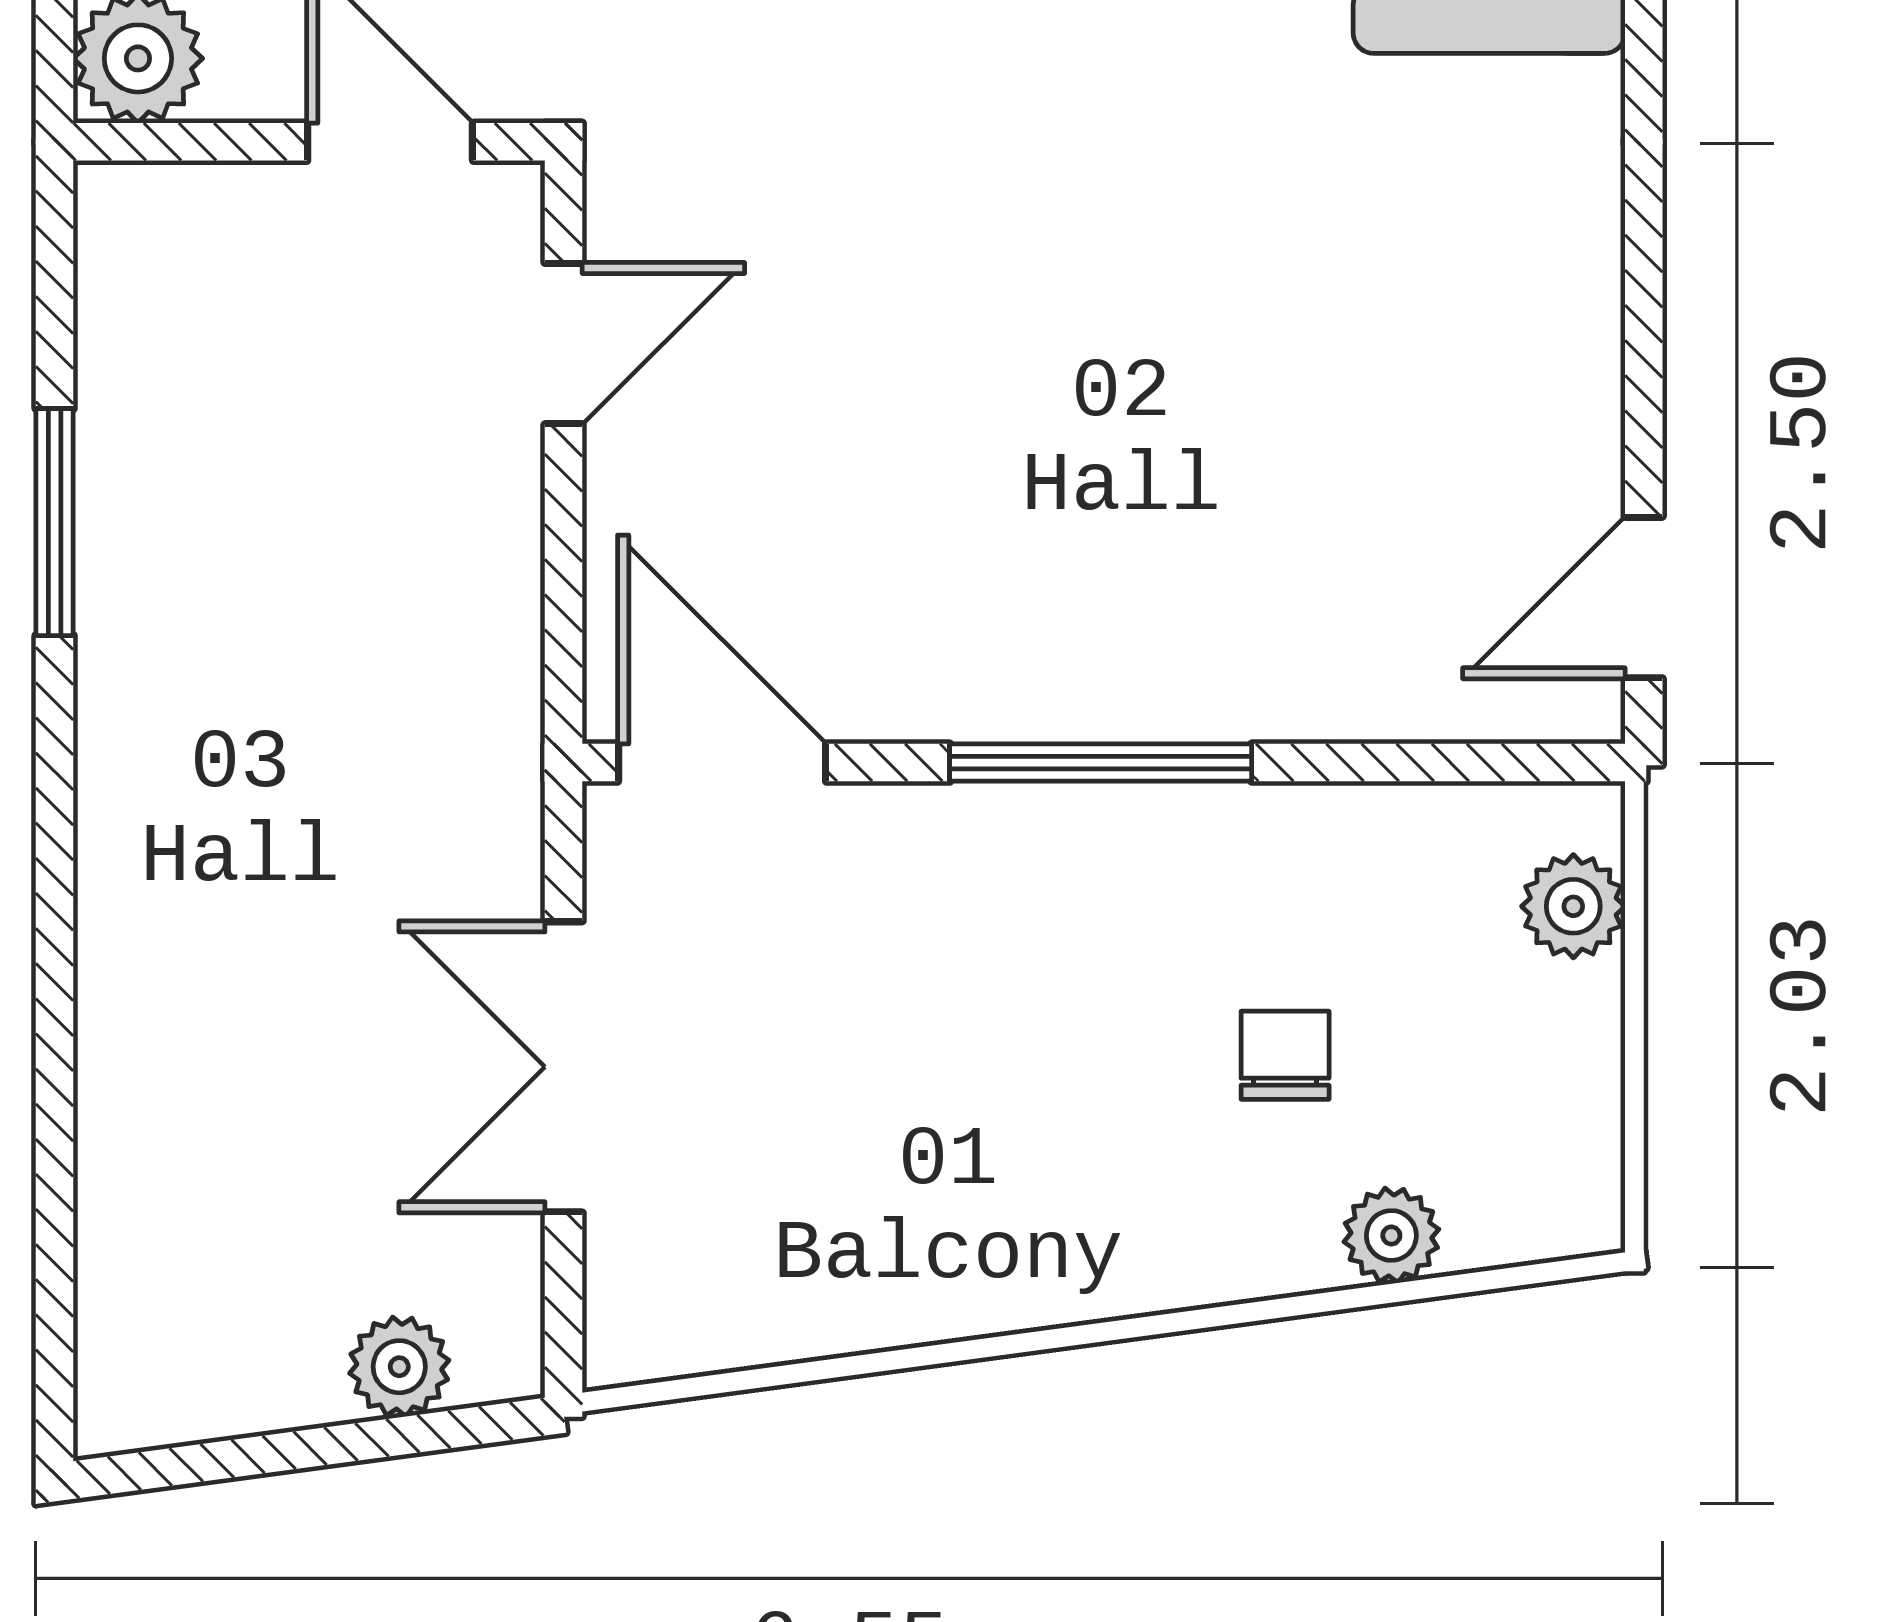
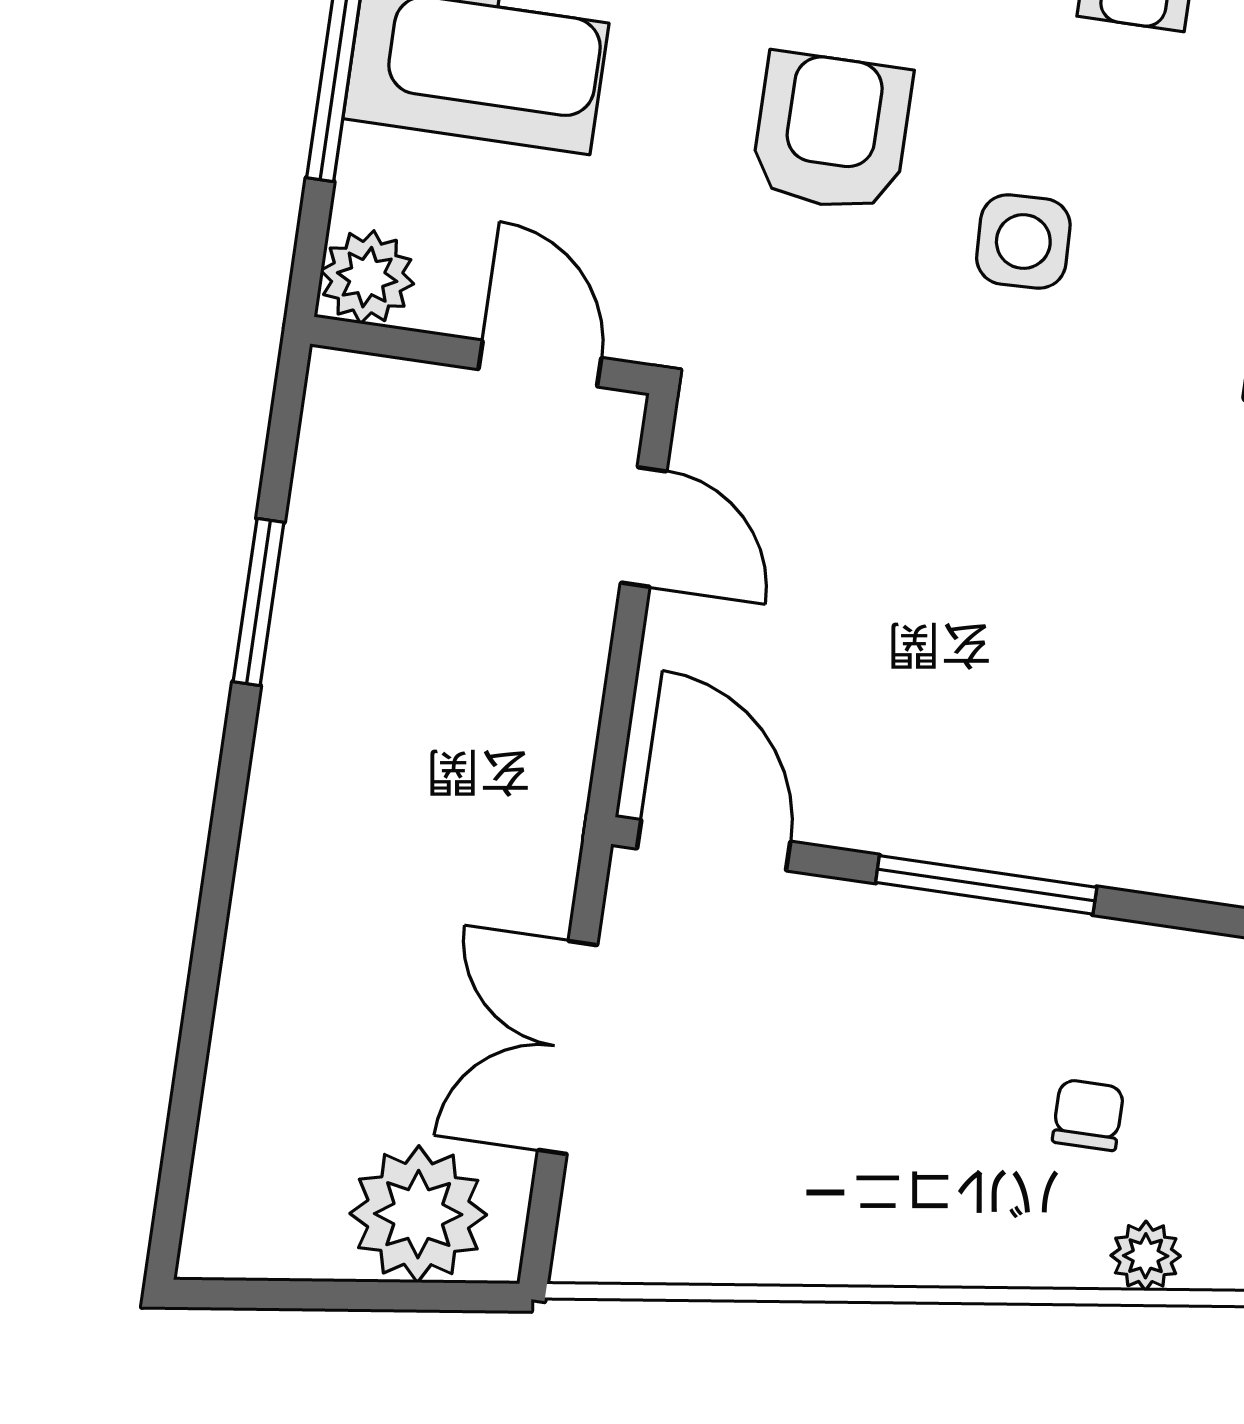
door: (564, 344) -> (644, 527), hinge flipped
plant: (399, 1367) -> (418, 1214), width x1.88, depth x1.88

